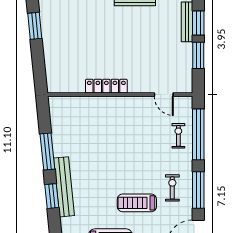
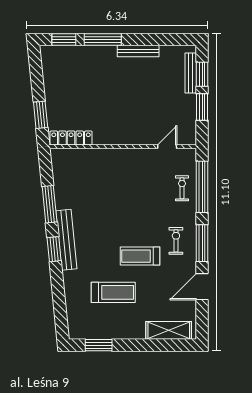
window: (35, 26) -> (41, 115), moved
locker: (106, 86) -> (71, 138), moved
door: (164, 95) -> (167, 147), swing flipped

